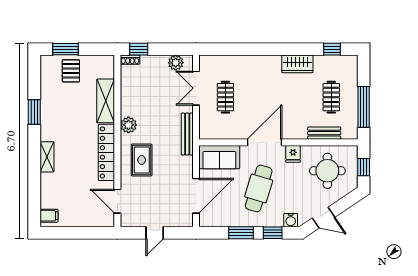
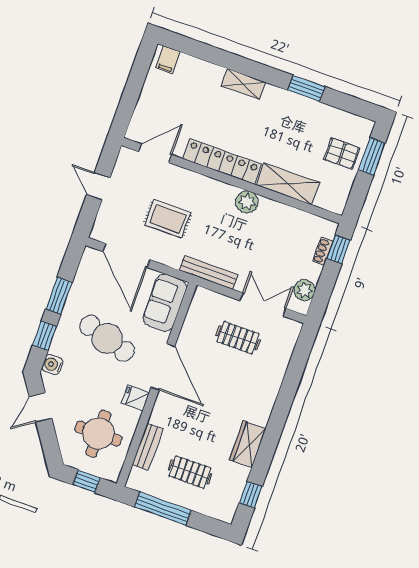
shoe rack: (130, 60) -> (323, 251), moved
rug: (142, 160) -> (168, 219), moved

